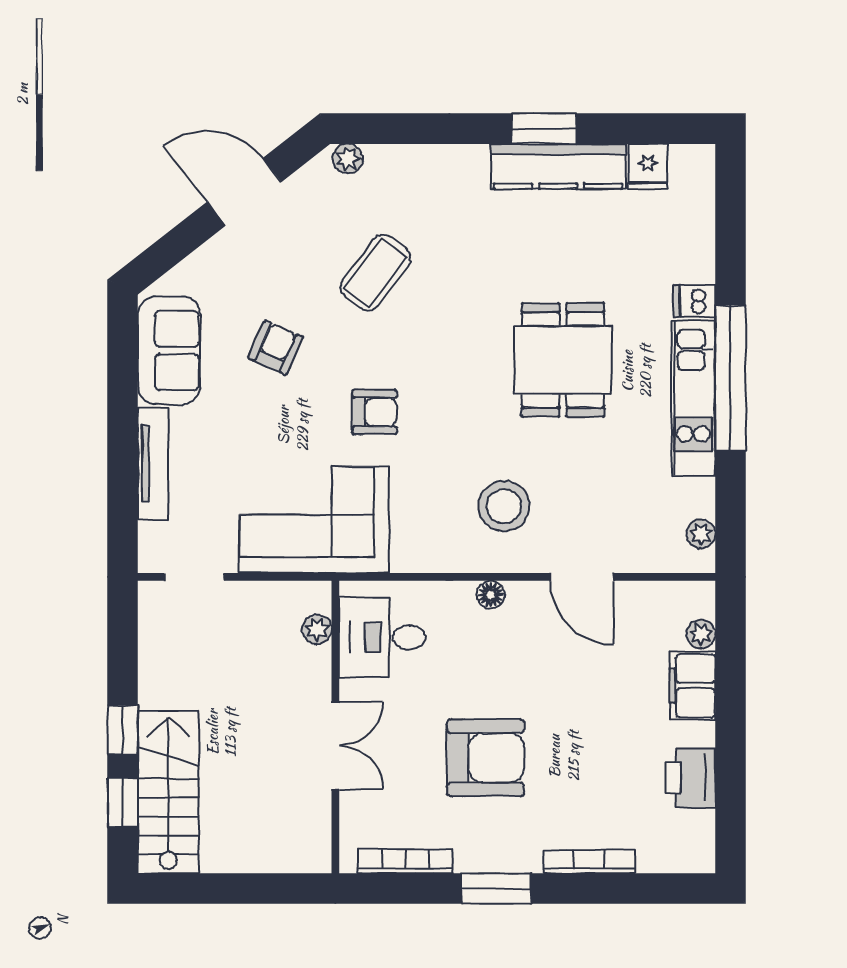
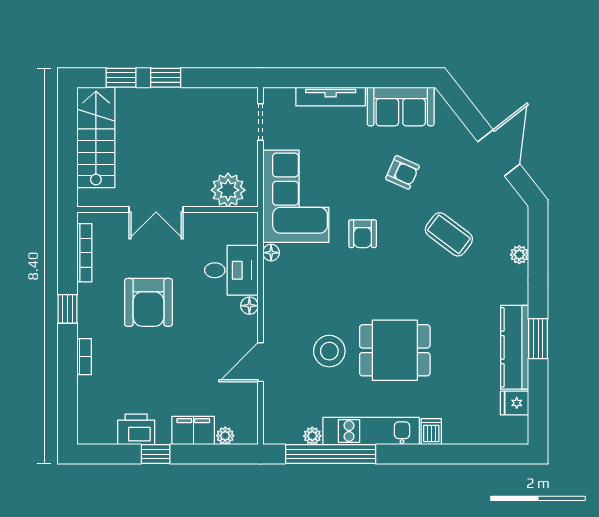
plant: (348, 159) -> (519, 255), moved
window: (730, 378) -> (331, 454), moved
stool: (504, 506) -> (329, 351), moved
plant: (701, 534) -> (312, 436), moved
floor lamp: (405, 560) -> (271, 253), added
plant: (317, 629) -> (228, 190), width x1.88, depth x1.88
desk: (382, 637) -> (231, 270), moved, turned 90
window: (730, 746) -> (156, 454), added
stairs: (168, 792) -> (96, 137), moved, turned -90
bookcase: (589, 862) -> (84, 357), width x0.64
window: (496, 889) -> (68, 309), width x0.67

